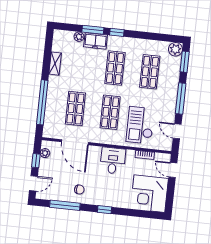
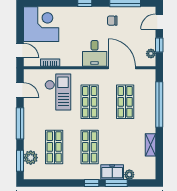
plant: (175, 49) -> (31, 158), moved
desk: (113, 161) -> (95, 53), moved

